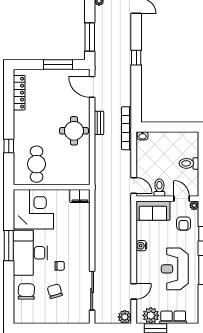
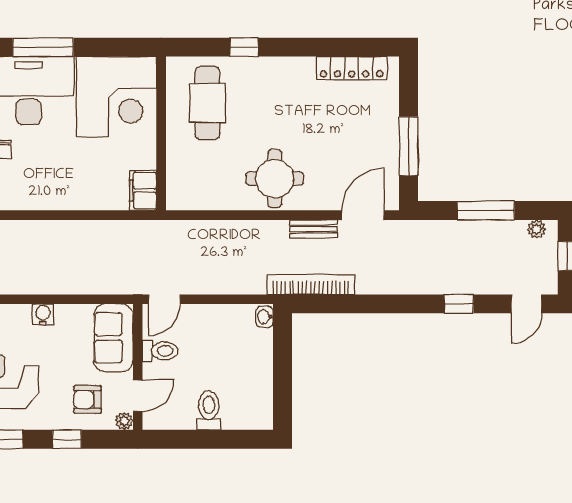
window: (90, 37) -> (486, 210), moved
window: (136, 58) -> (459, 304), moved
bench: (99, 123) -> (314, 229), moved
bookcase: (127, 128) -> (311, 285), moved
cafe table: (37, 164) -> (207, 103), turned 90

